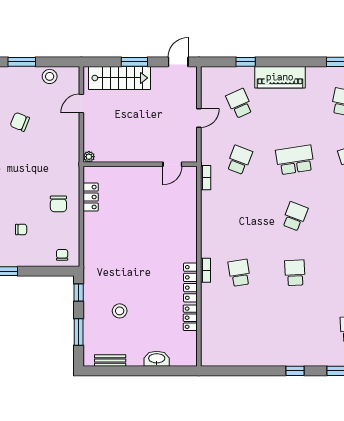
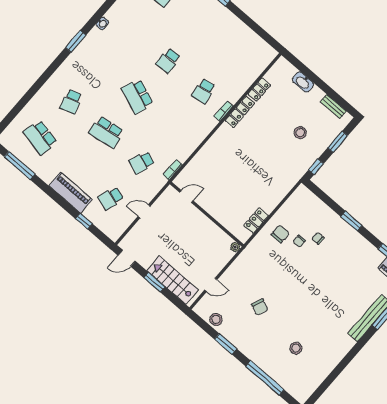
school desk: (239, 103) -> (111, 198), turned 42
school desk: (295, 216) -> (137, 96), width x1.85
chair: (62, 255) -> (299, 241), moved

